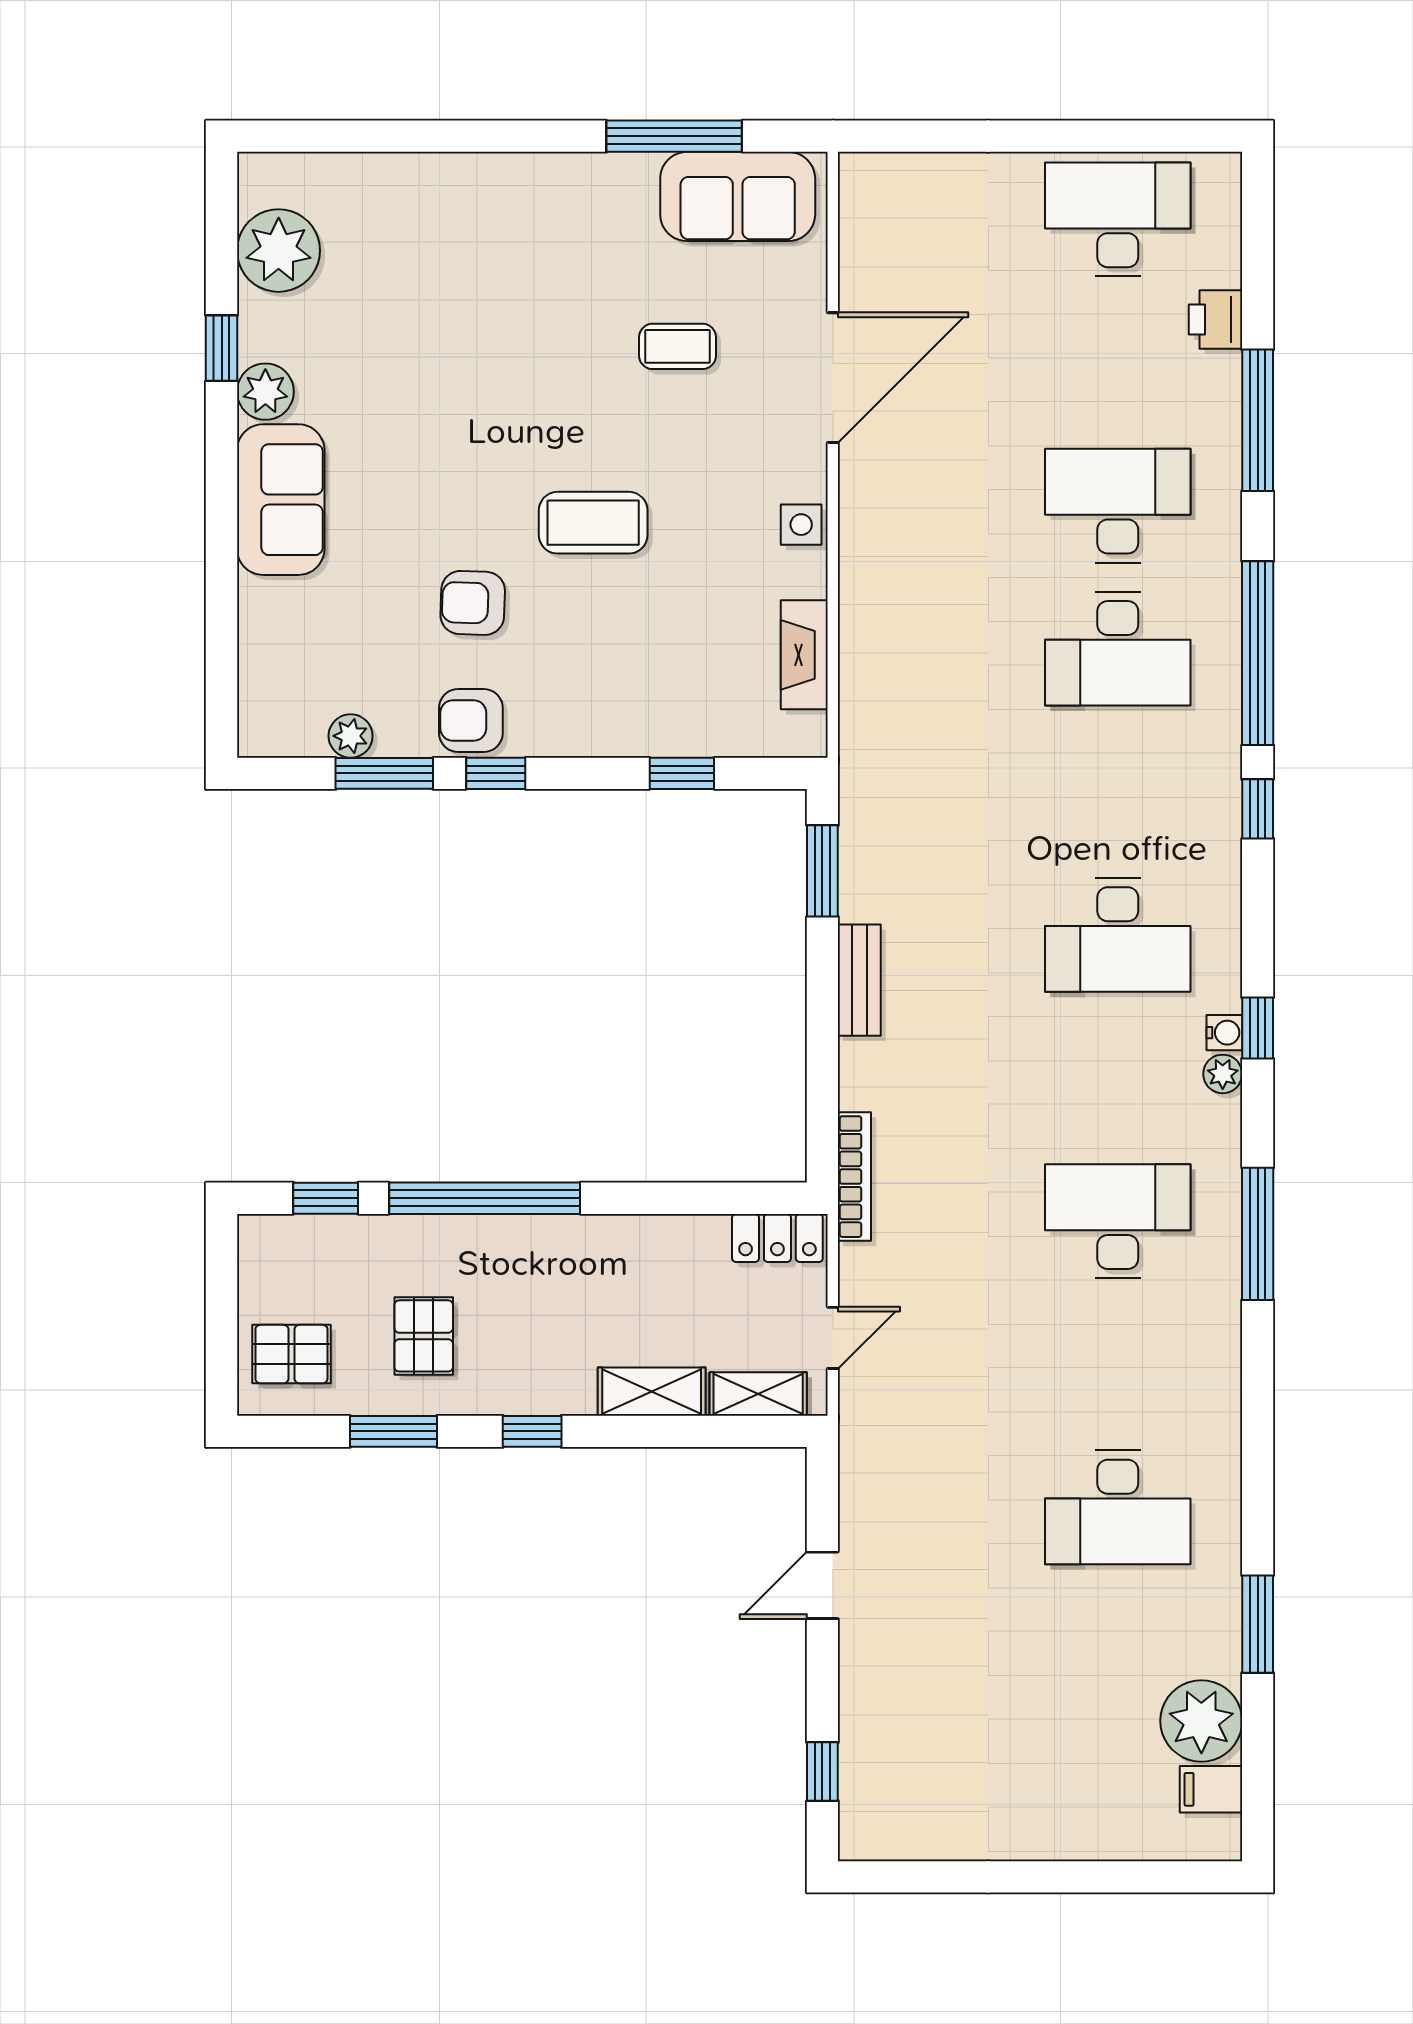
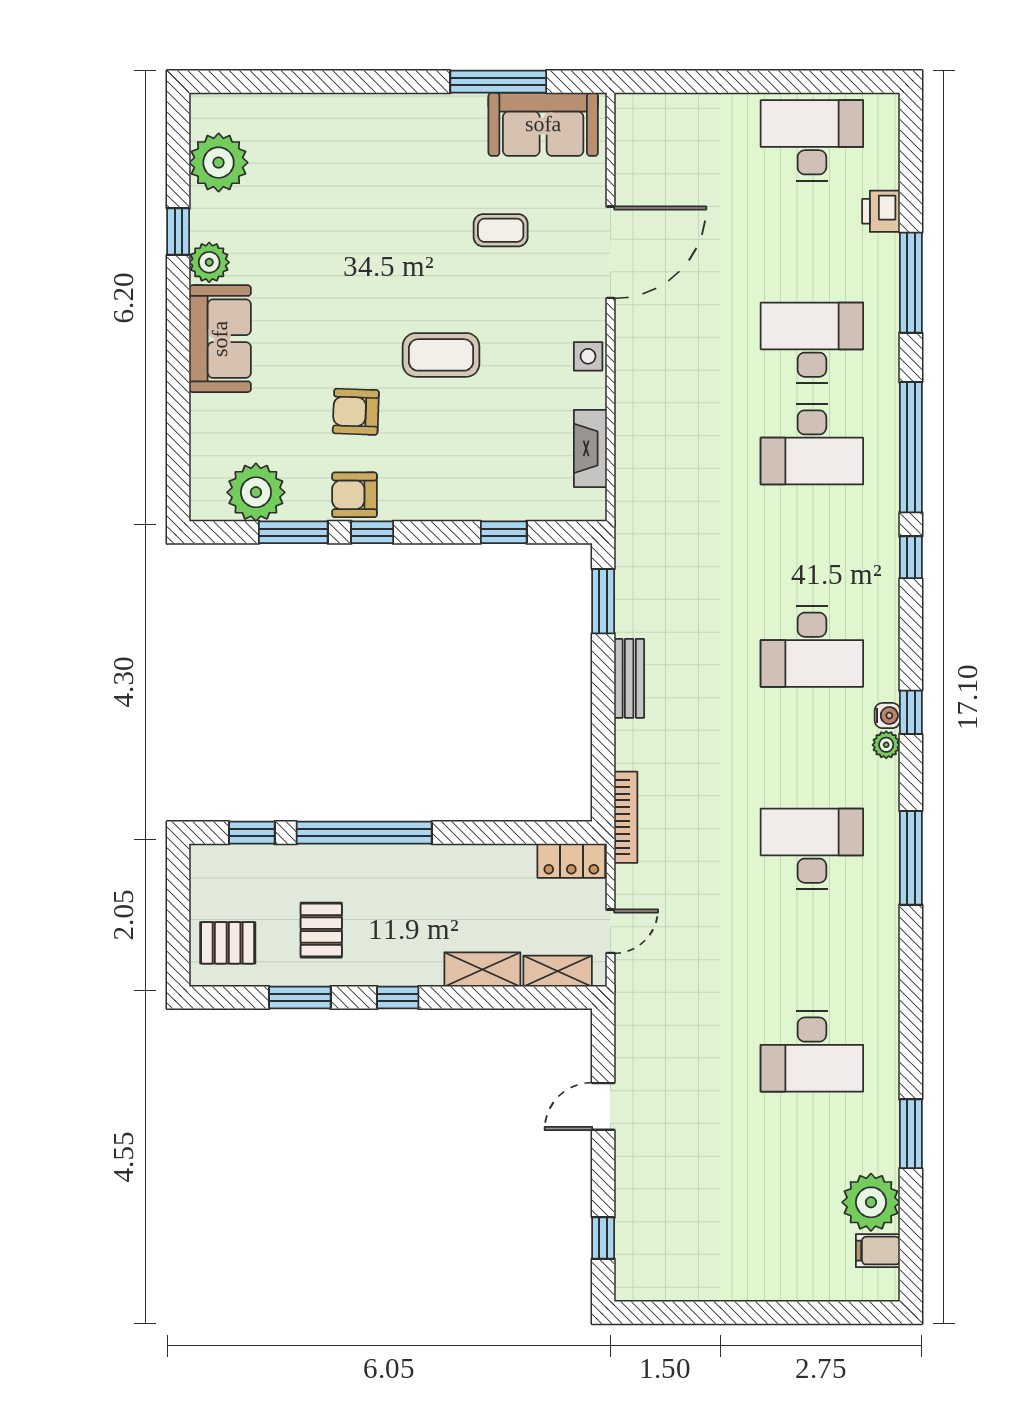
plant: (351, 736) -> (256, 492), width x1.88, depth x1.88

